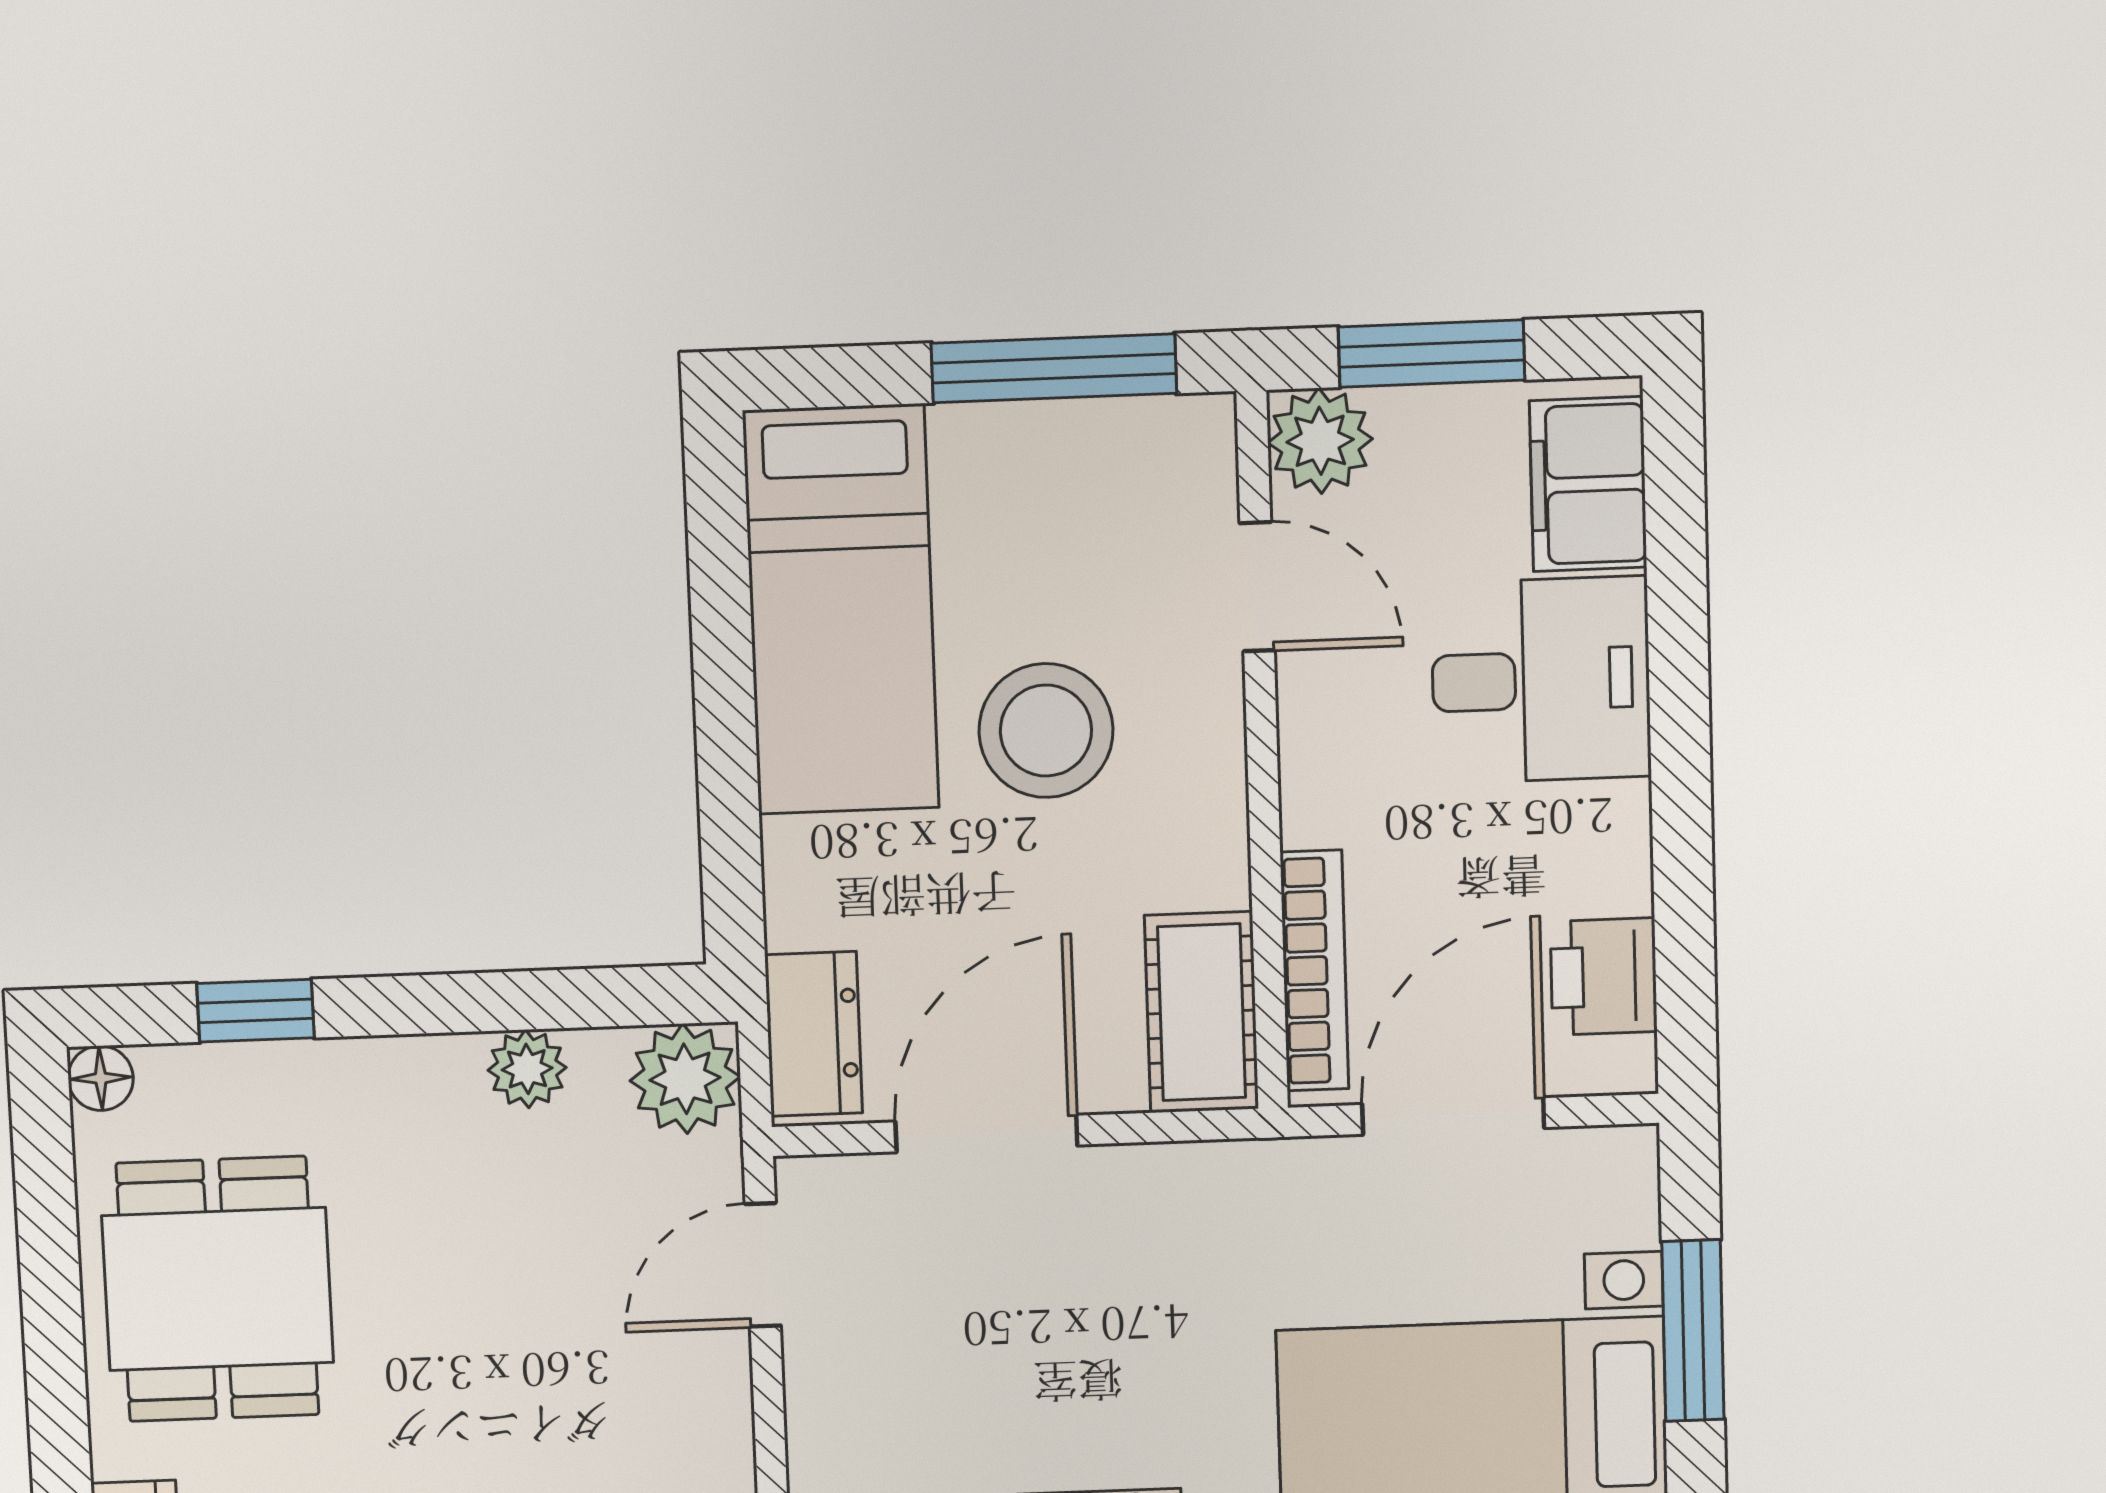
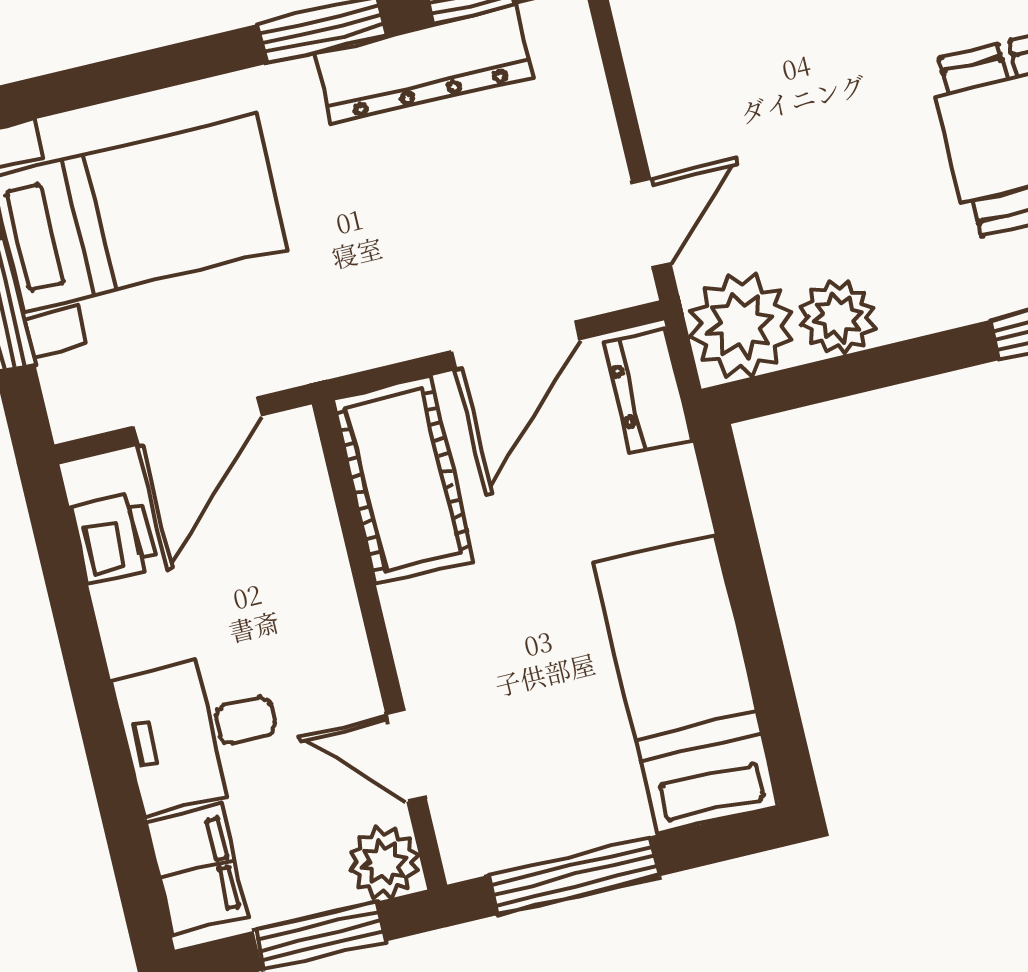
stool: (1046, 731) -> (530, 630), removed
bookcase: (1314, 971) -> (313, 502), removed
cot: (1202, 1012) -> (403, 480), width x1.37, depth x1.34
plant: (527, 1069) -> (838, 317), width x1.38, depth x1.38
plant: (685, 1079) -> (741, 325), width x1.36, depth x1.36

